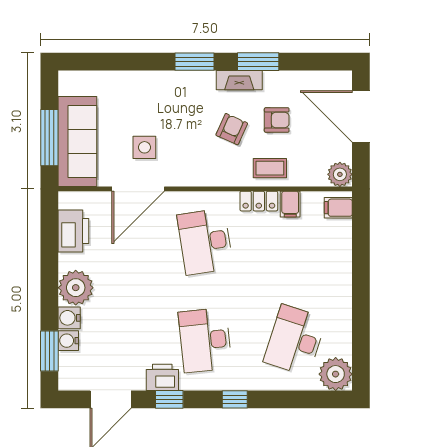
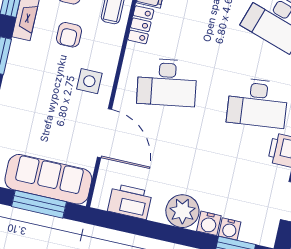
armchair: (232, 129) -> (69, 35), turned -114
side table: (144, 147) -> (89, 81), moved

